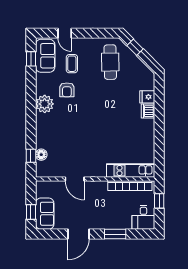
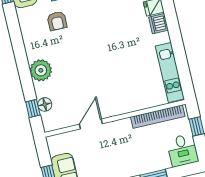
plant: (45, 104) -> (41, 70), moved
kitchen unit: (131, 171) -> (170, 72), moved, turned -90
door: (75, 179) -> (91, 124), swing flipped

